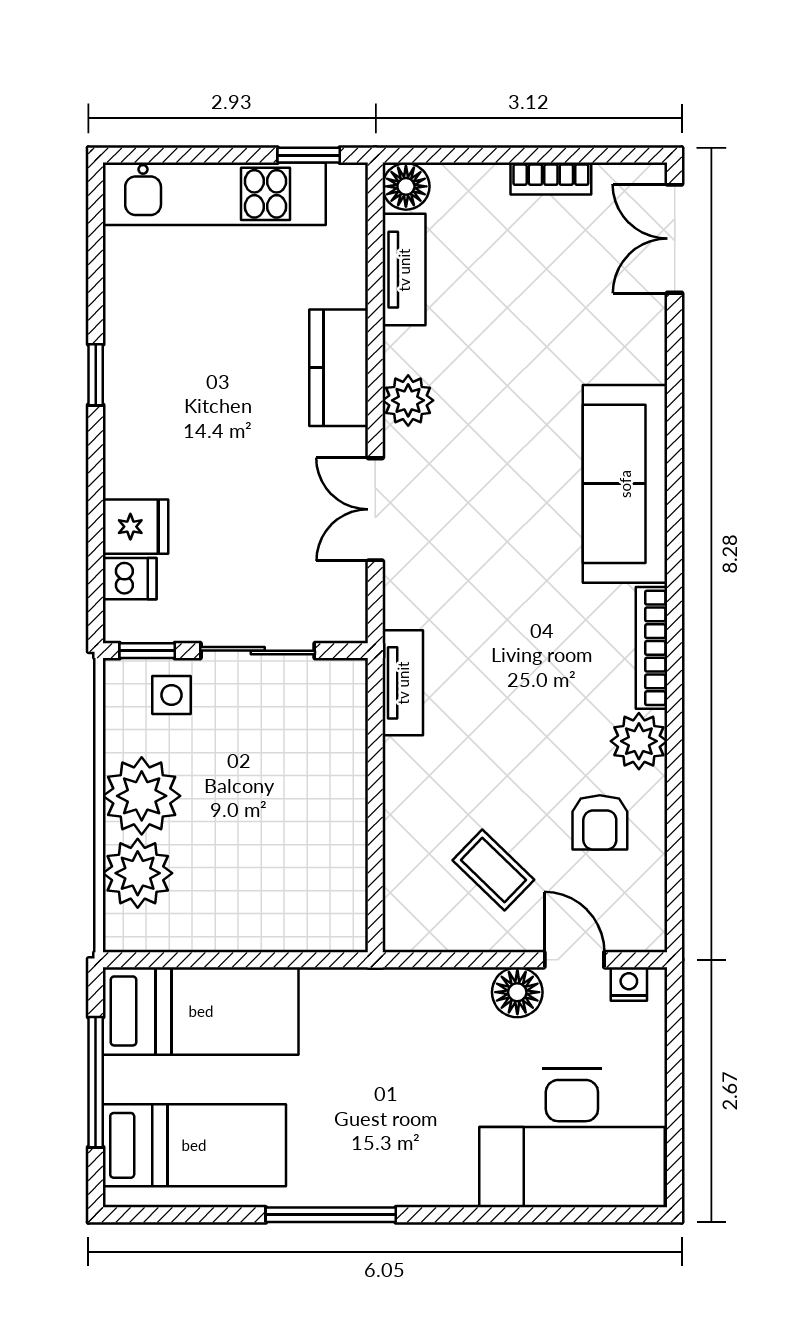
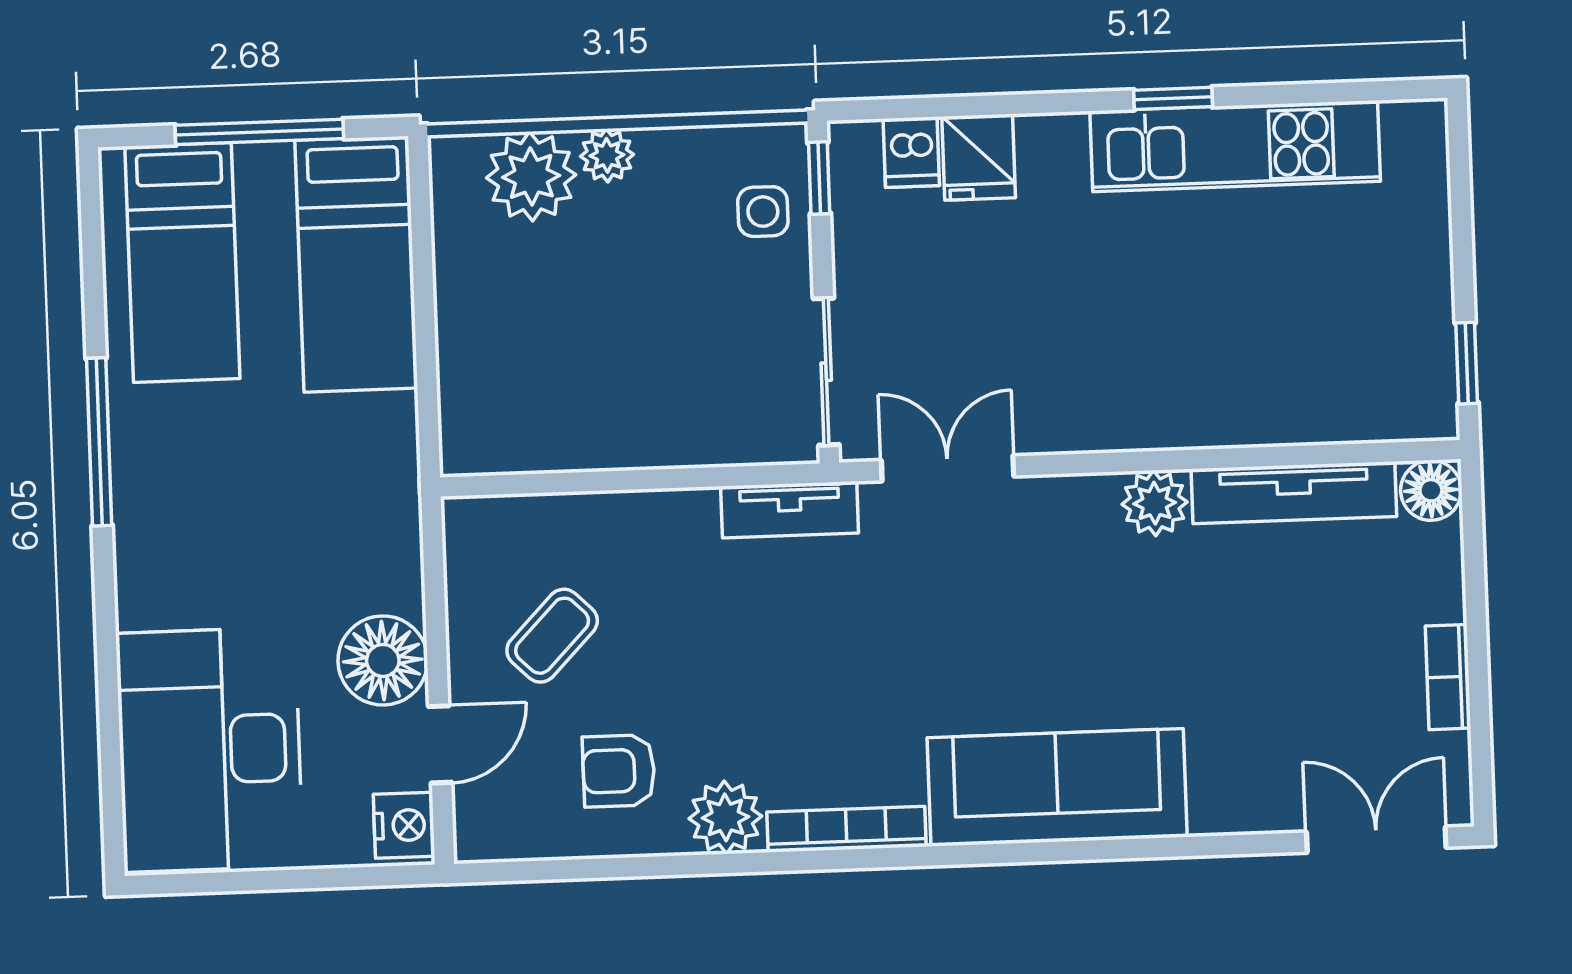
kitchen unit: (214, 194) -> (1235, 146), moved, turned -90
tv unit: (404, 270) -> (1294, 493), width x1.41
kitchen counter: (339, 368) -> (1194, 412), removed
double door: (375, 509) -> (948, 468), moved
sliding door: (258, 651) -> (826, 372), moved
plant: (142, 796) -> (607, 155), width x0.53, depth x0.53
nightstand: (629, 984) -> (404, 825), width x1.39, depth x1.35
floor lamp: (517, 992) -> (383, 660), width x1.38, depth x1.38

